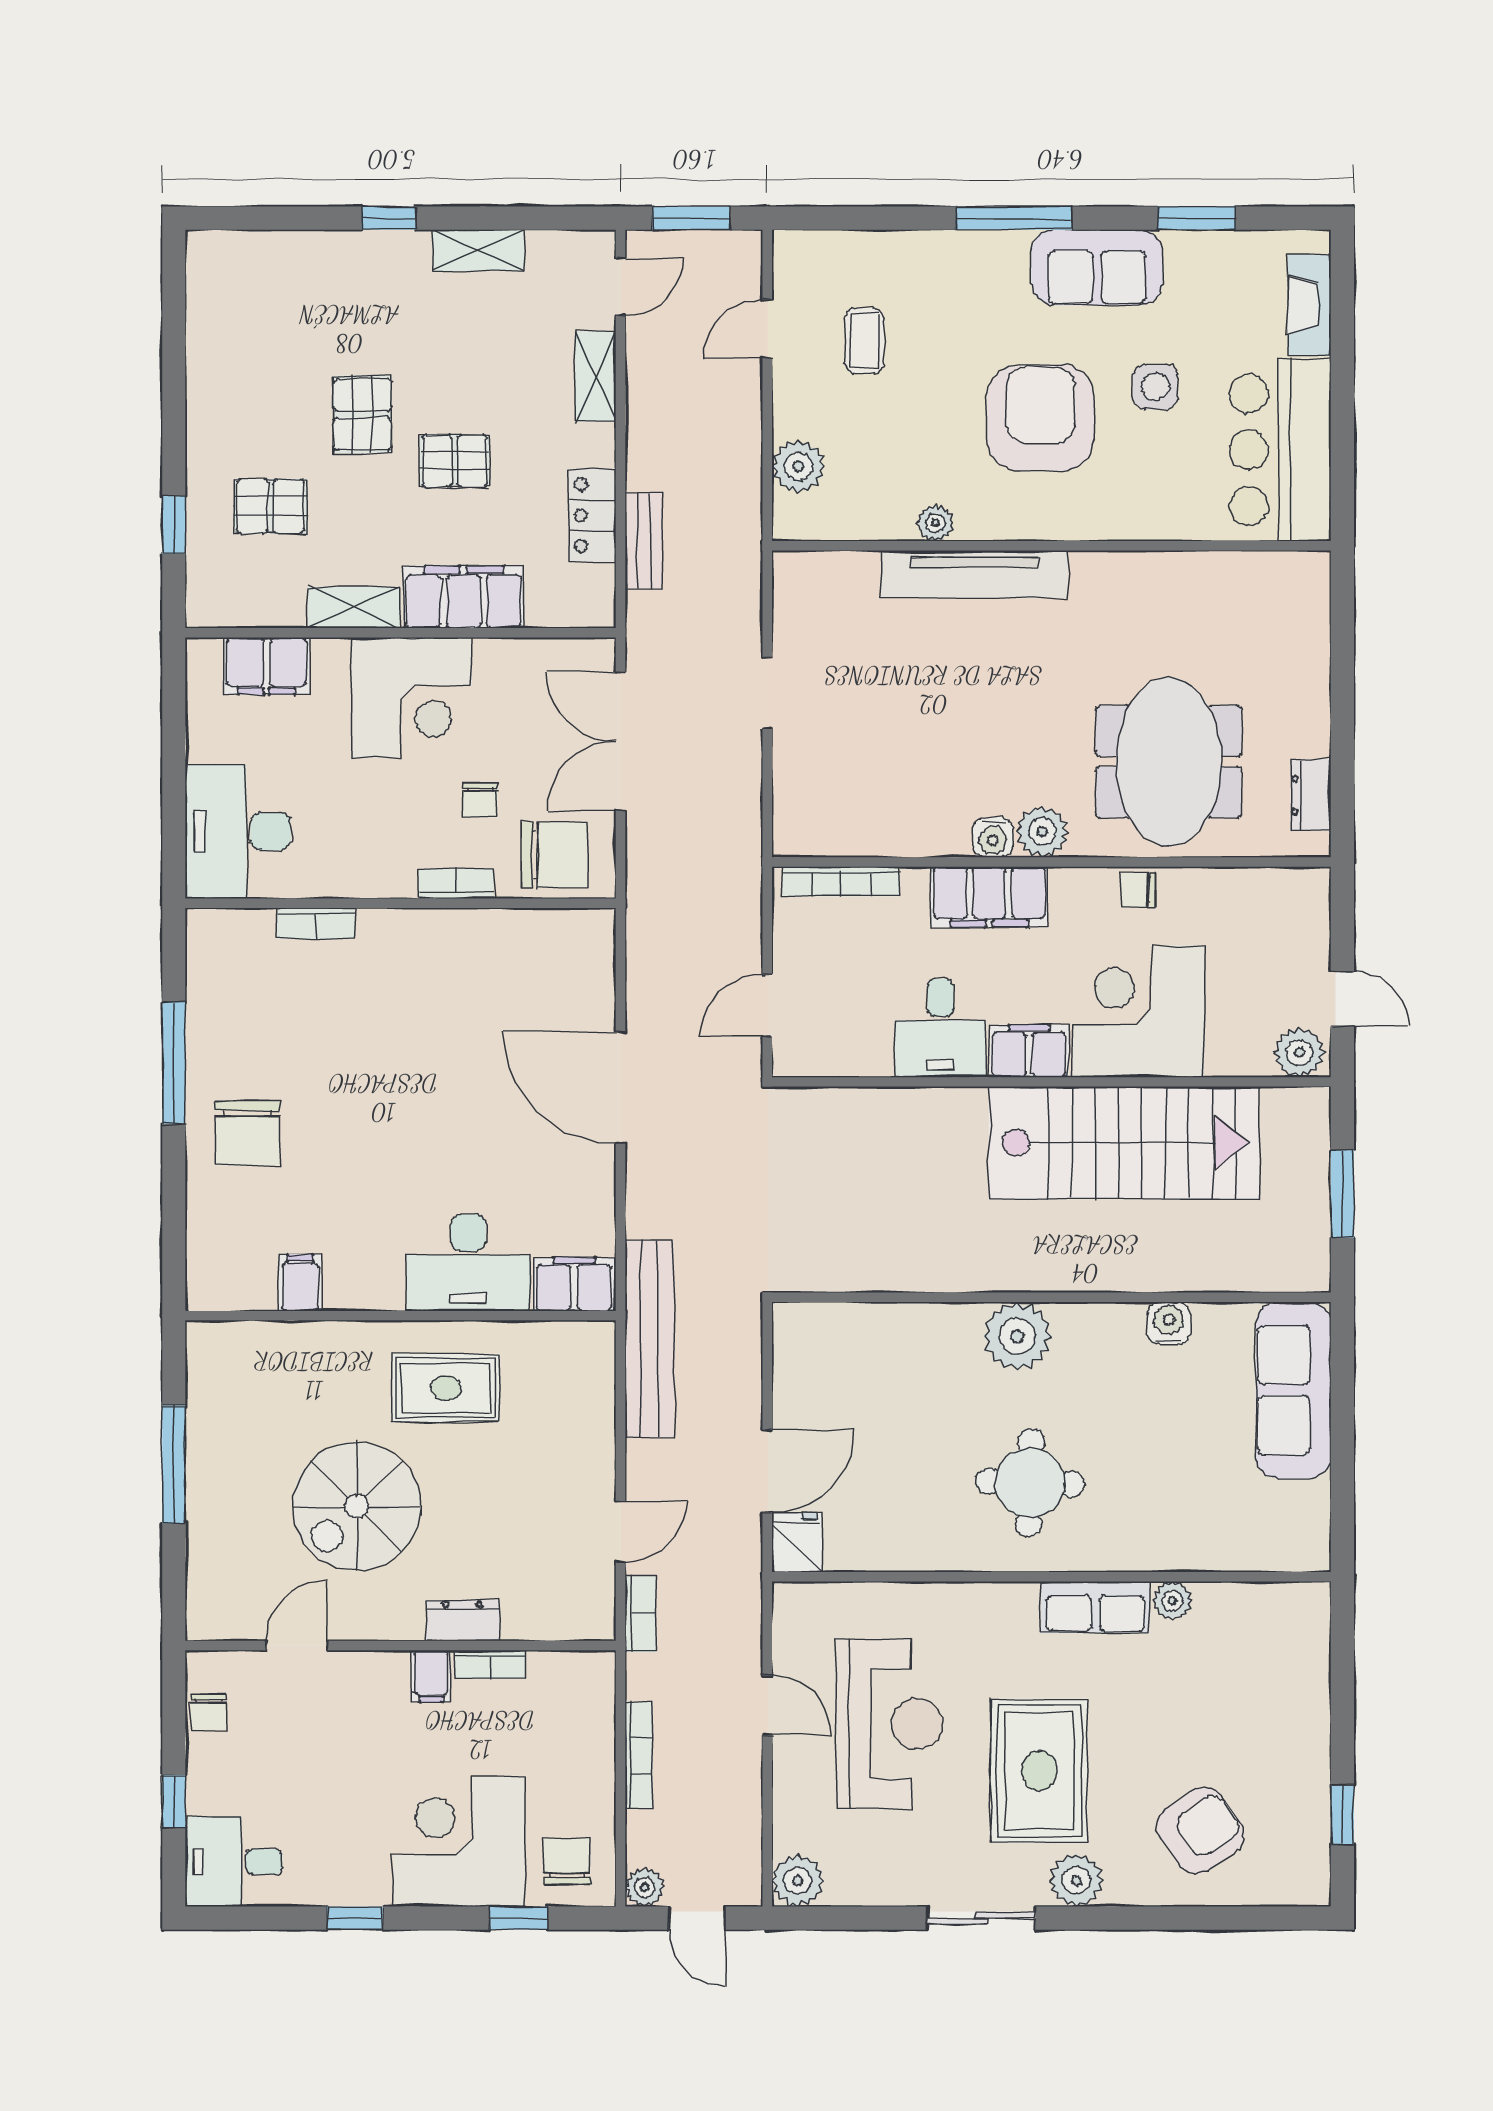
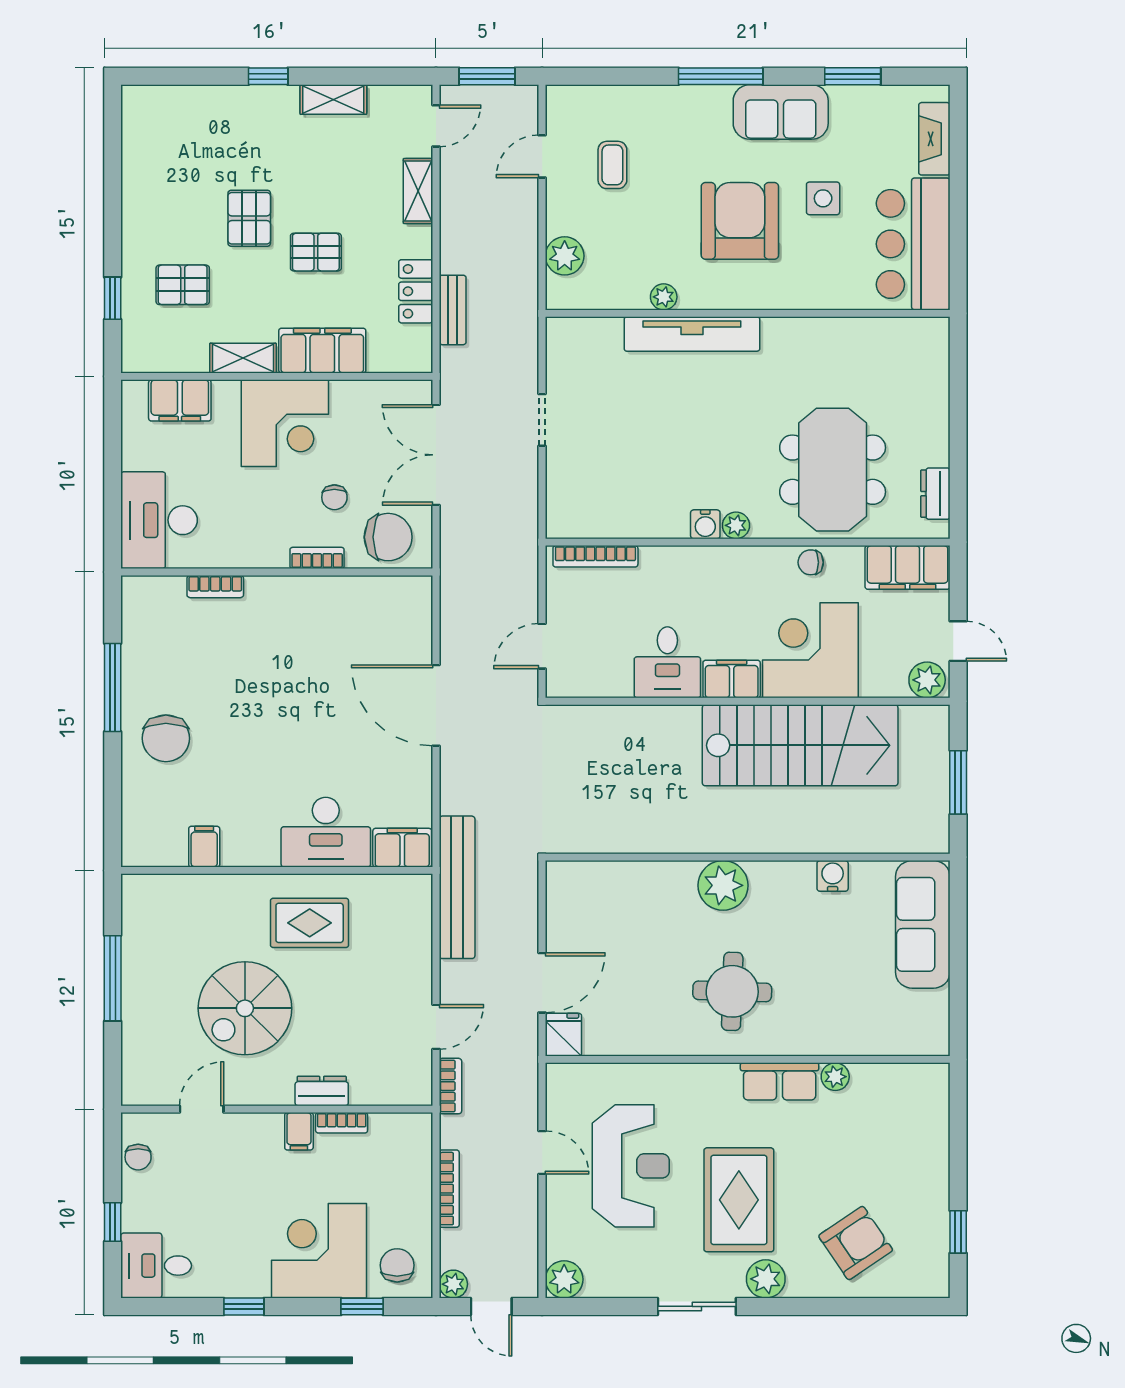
plant: (1042, 832) -> (736, 525), width x0.73, depth x0.73
filing cabinet: (989, 897) -> (908, 567), moved

